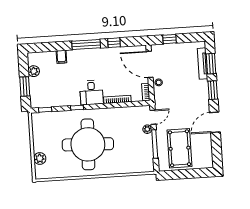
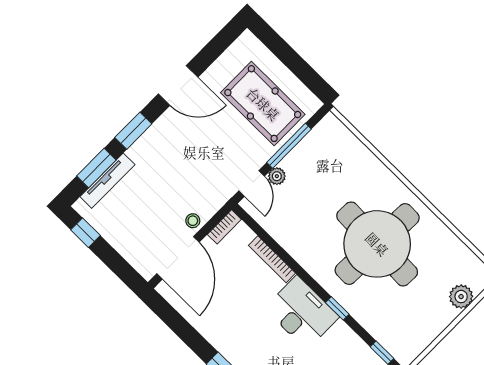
window: (169, 39) -> (86, 233), moved
window: (114, 43) -> (193, 339), removed
desk: (91, 92) -> (302, 313), width x1.37
door: (153, 117) -> (252, 183), swing flipped
pool table: (180, 148) -> (263, 104), turned 90

